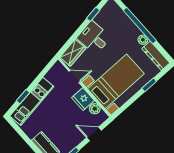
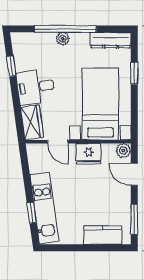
plant: (143, 40) -> (63, 39), moved
door: (75, 76) -> (58, 142), swing flipped
plant: (95, 109) -> (123, 151), moved
door: (94, 134) -> (134, 174), hinge flipped

